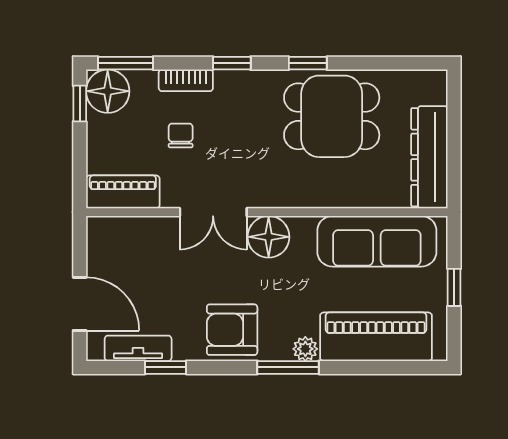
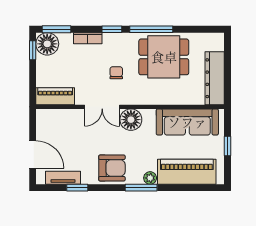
window: (308, 63) -> (151, 29), width x2.17
chair: (181, 135) -> (116, 73), moved
armchair: (232, 330) -> (112, 168), turned 180

